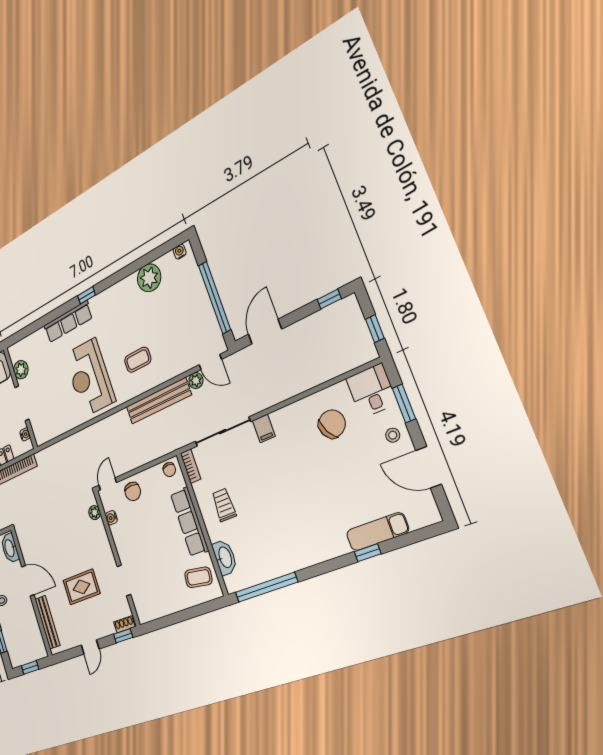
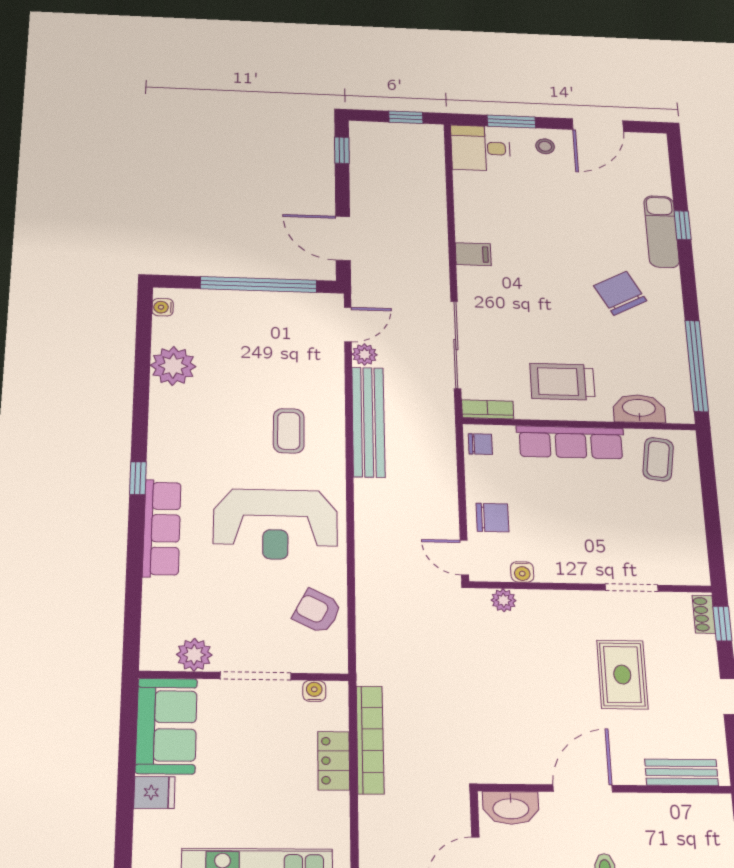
armchair: (58, 419) -> (317, 611), added
chair: (332, 424) -> (620, 293), moved
filing cabinet: (264, 428) -> (473, 254), moved
trolley: (224, 505) -> (562, 382), width x1.36, depth x1.39
exam couch: (377, 532) -> (662, 232), moved
bench: (47, 622) -> (681, 772), width x0.73

